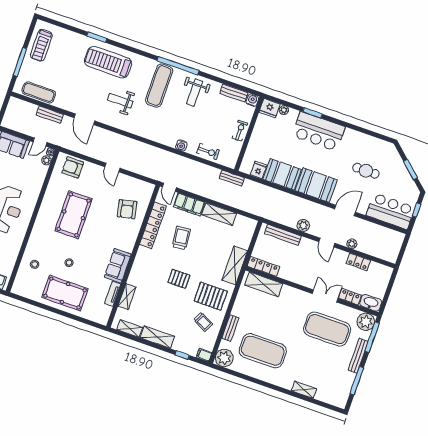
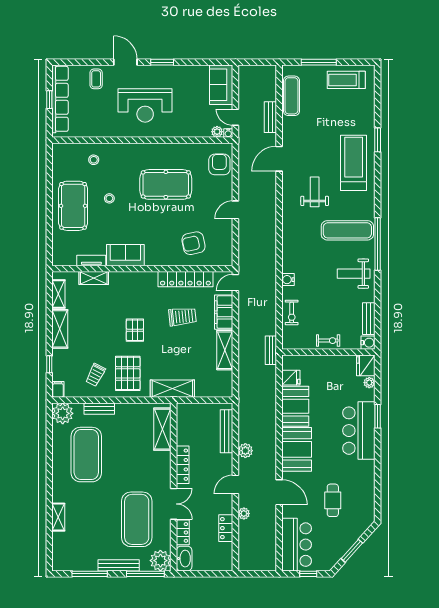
locker: (263, 266) -> (183, 465), moved

